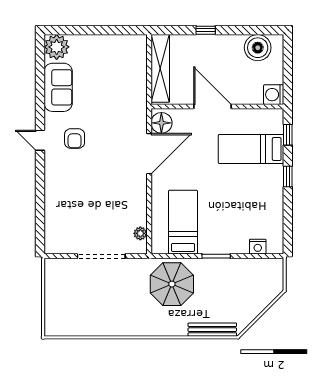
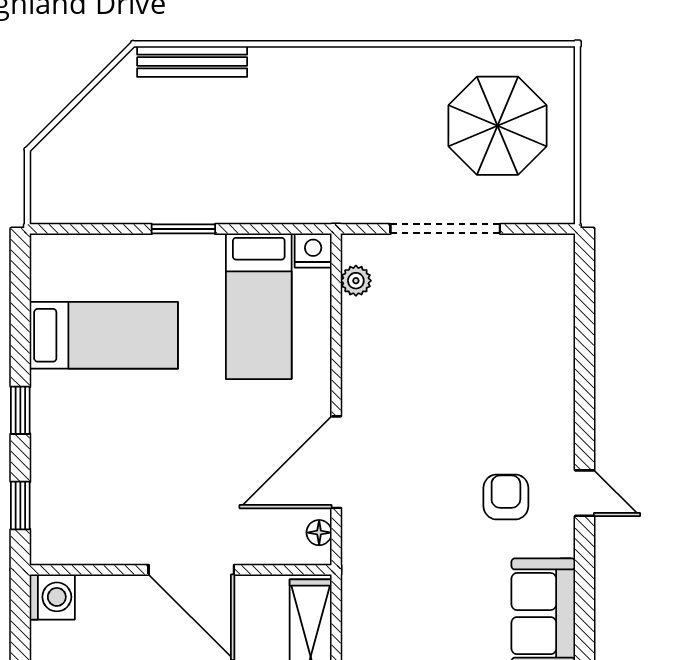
floor lamp: (161, 123) -> (319, 533), width x0.53, depth x0.53
bed: (251, 149) -> (104, 335), moved
nightstand: (258, 247) -> (313, 251), moved
parasol: (172, 284) -> (497, 126), moved

